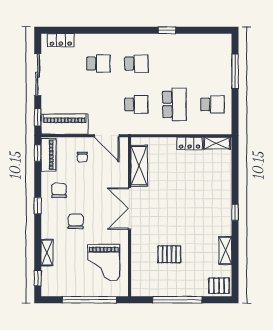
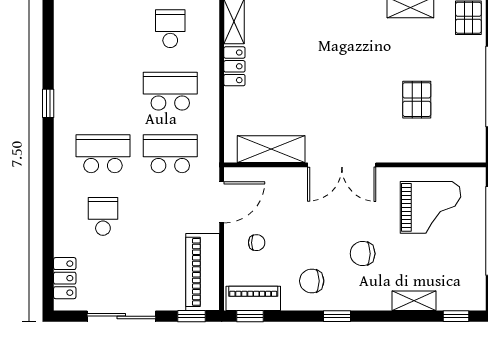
school desk: (136, 64) -> (103, 154), width x1.85
school desk: (136, 104) -> (170, 154), width x1.85

